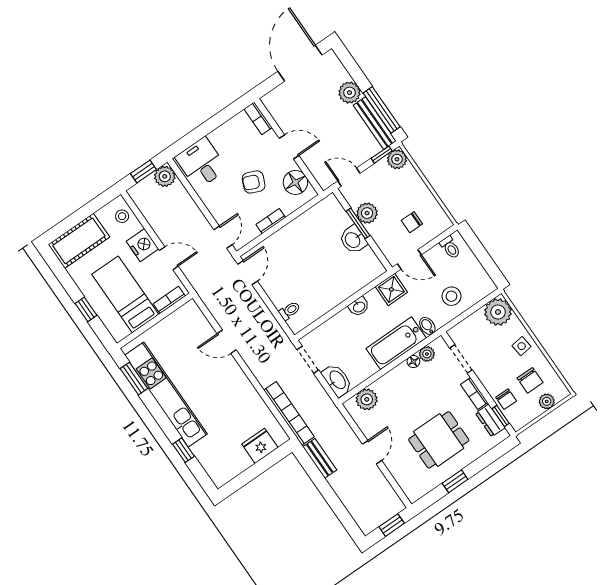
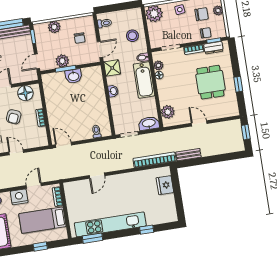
plant: (397, 159) -> (54, 27), moved
door: (223, 237) -> (16, 152), moved

